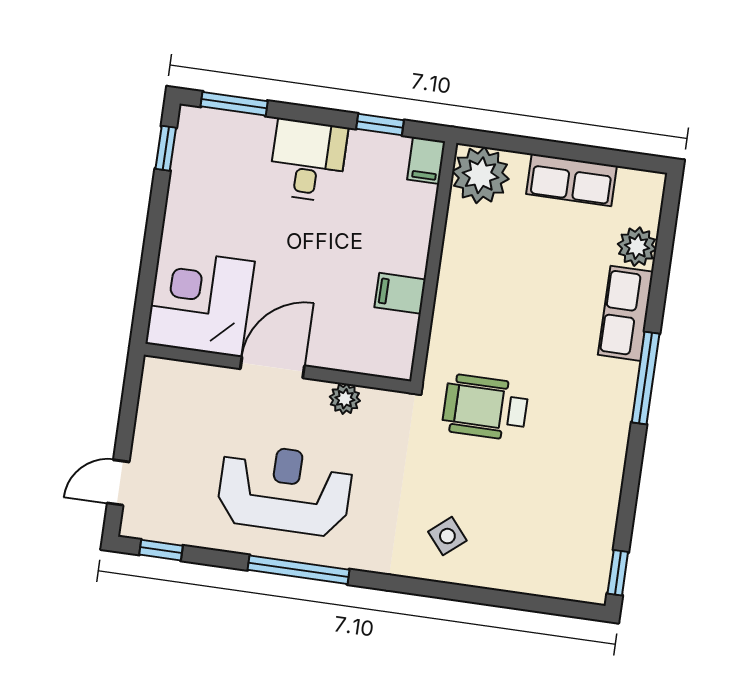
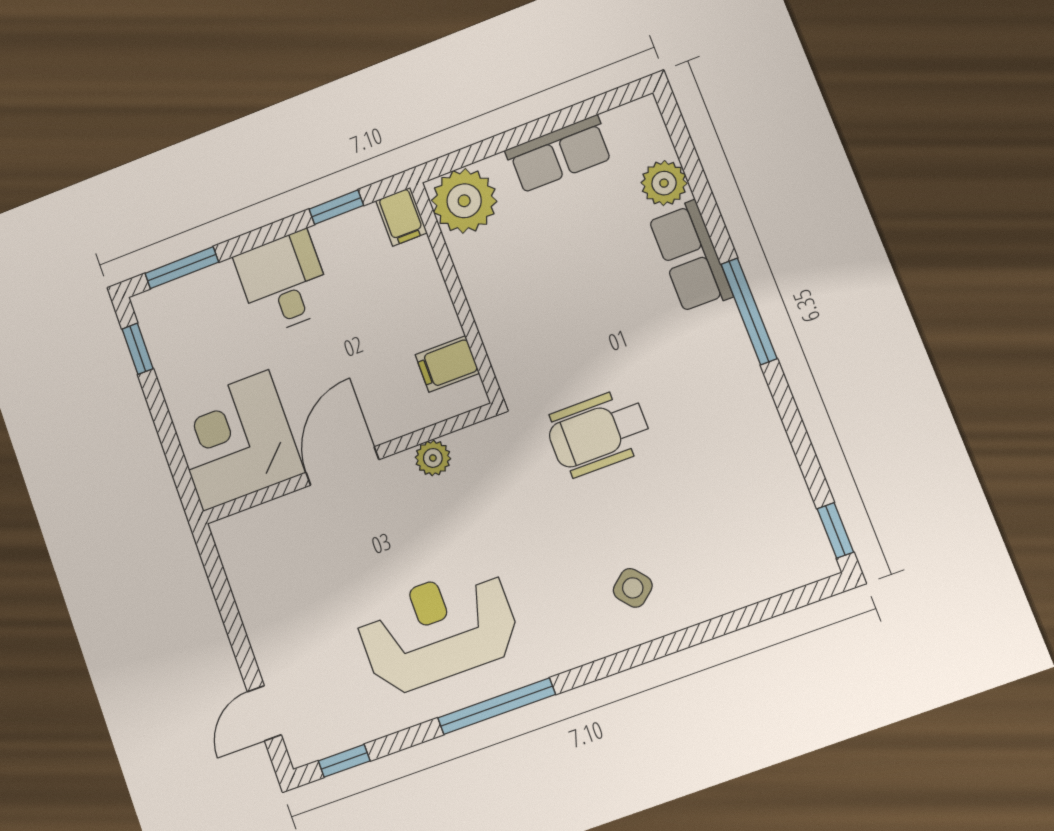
corner desk: (200, 303) -> (236, 440), moved
door: (272, 367) -> (342, 466), moved
wall: (277, 368) -> (348, 464), moved
plant: (345, 399) -> (433, 458), moved

